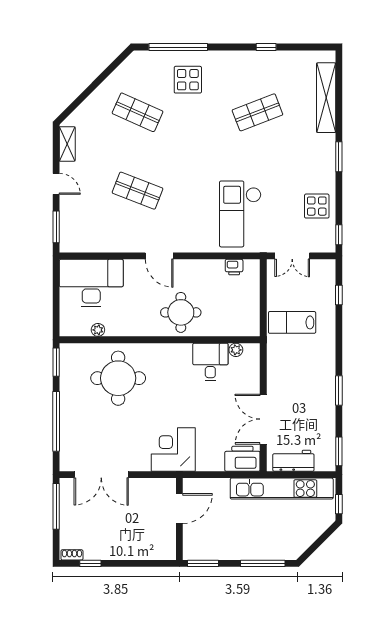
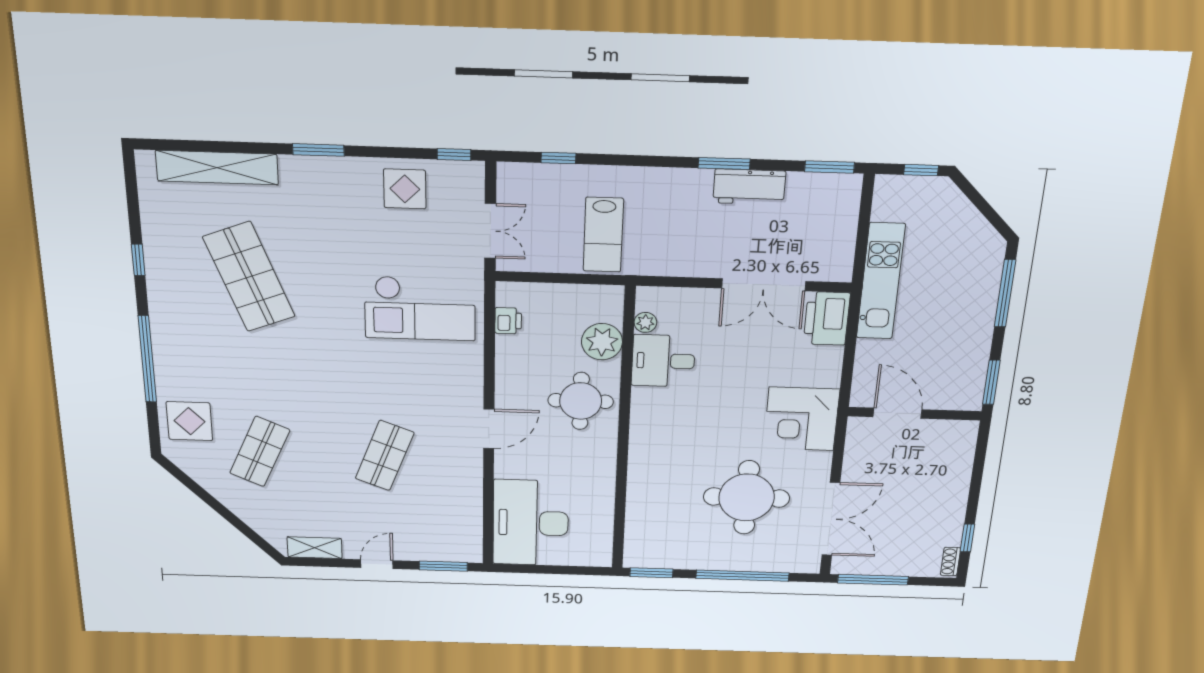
window: (178, 47) -> (147, 359), moved
display table: (188, 80) -> (189, 421), moved
shop shelf: (257, 112) -> (249, 277), width x1.43, depth x1.36
plant: (98, 330) -> (602, 342), moved, width x1.88, depth x1.88
round table: (118, 378) -> (747, 497), moved
workbench: (293, 461) -> (749, 187), moved, turned -90
kitchen unit: (282, 489) -> (881, 281), width x0.73

